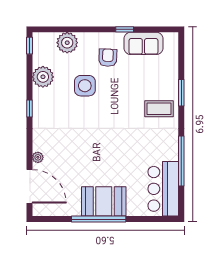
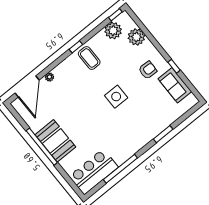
plant: (43, 77) -> (113, 31), moved
side table: (85, 86) -> (116, 97), moved
coffee table: (159, 109) -> (89, 58), moved

